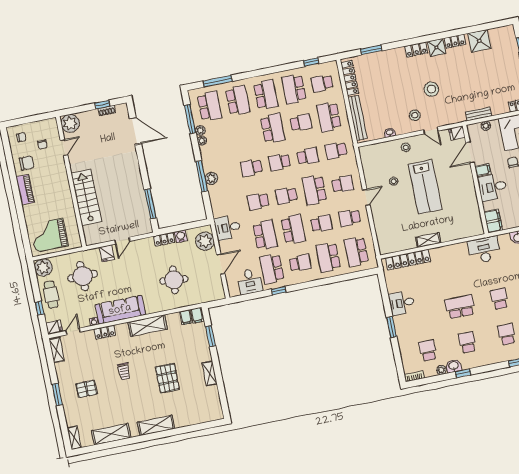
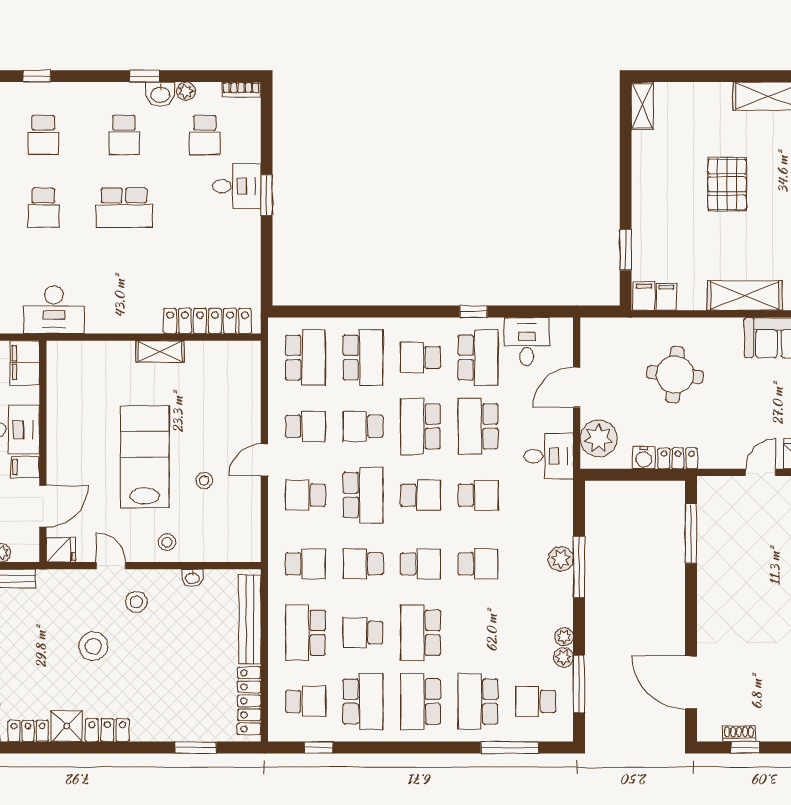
school desk: (210, 106) -> (536, 701), width x0.54
school desk: (329, 117) -> (305, 633), turned 180
desk: (402, 303) -> (237, 186), moved
shelving: (210, 373) -> (642, 106), moved

